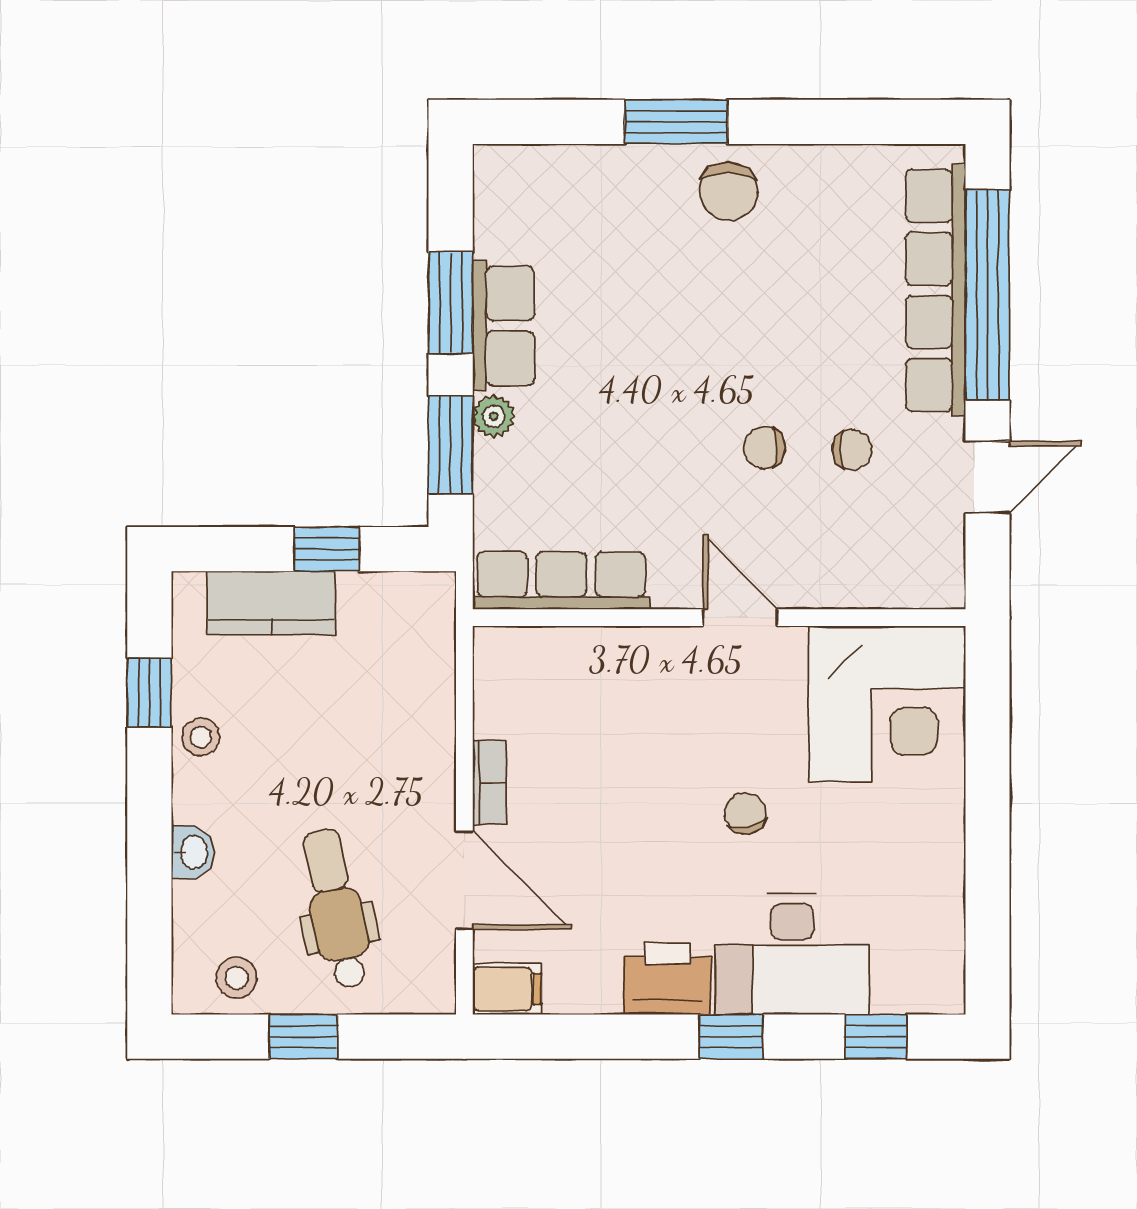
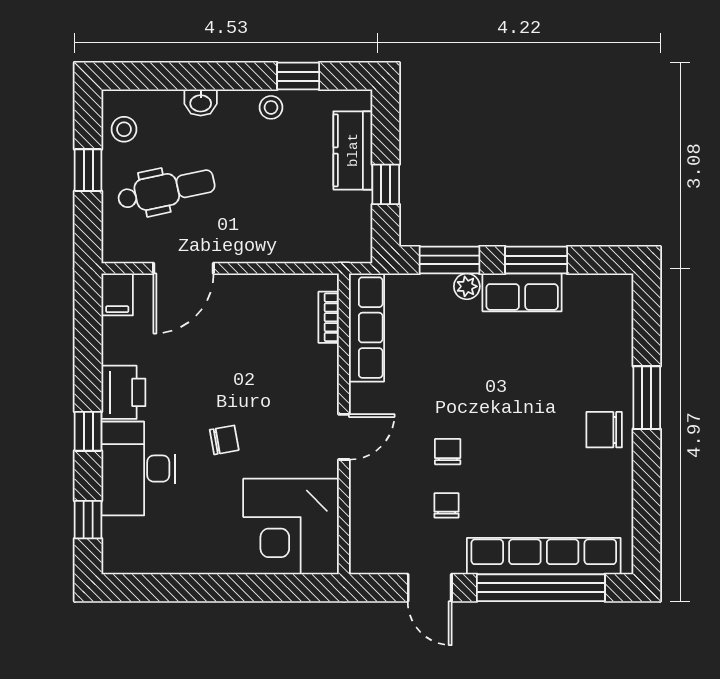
chair: (852, 450) -> (446, 505), turned 180
bookcase: (489, 783) -> (329, 317), moved, turned 90

